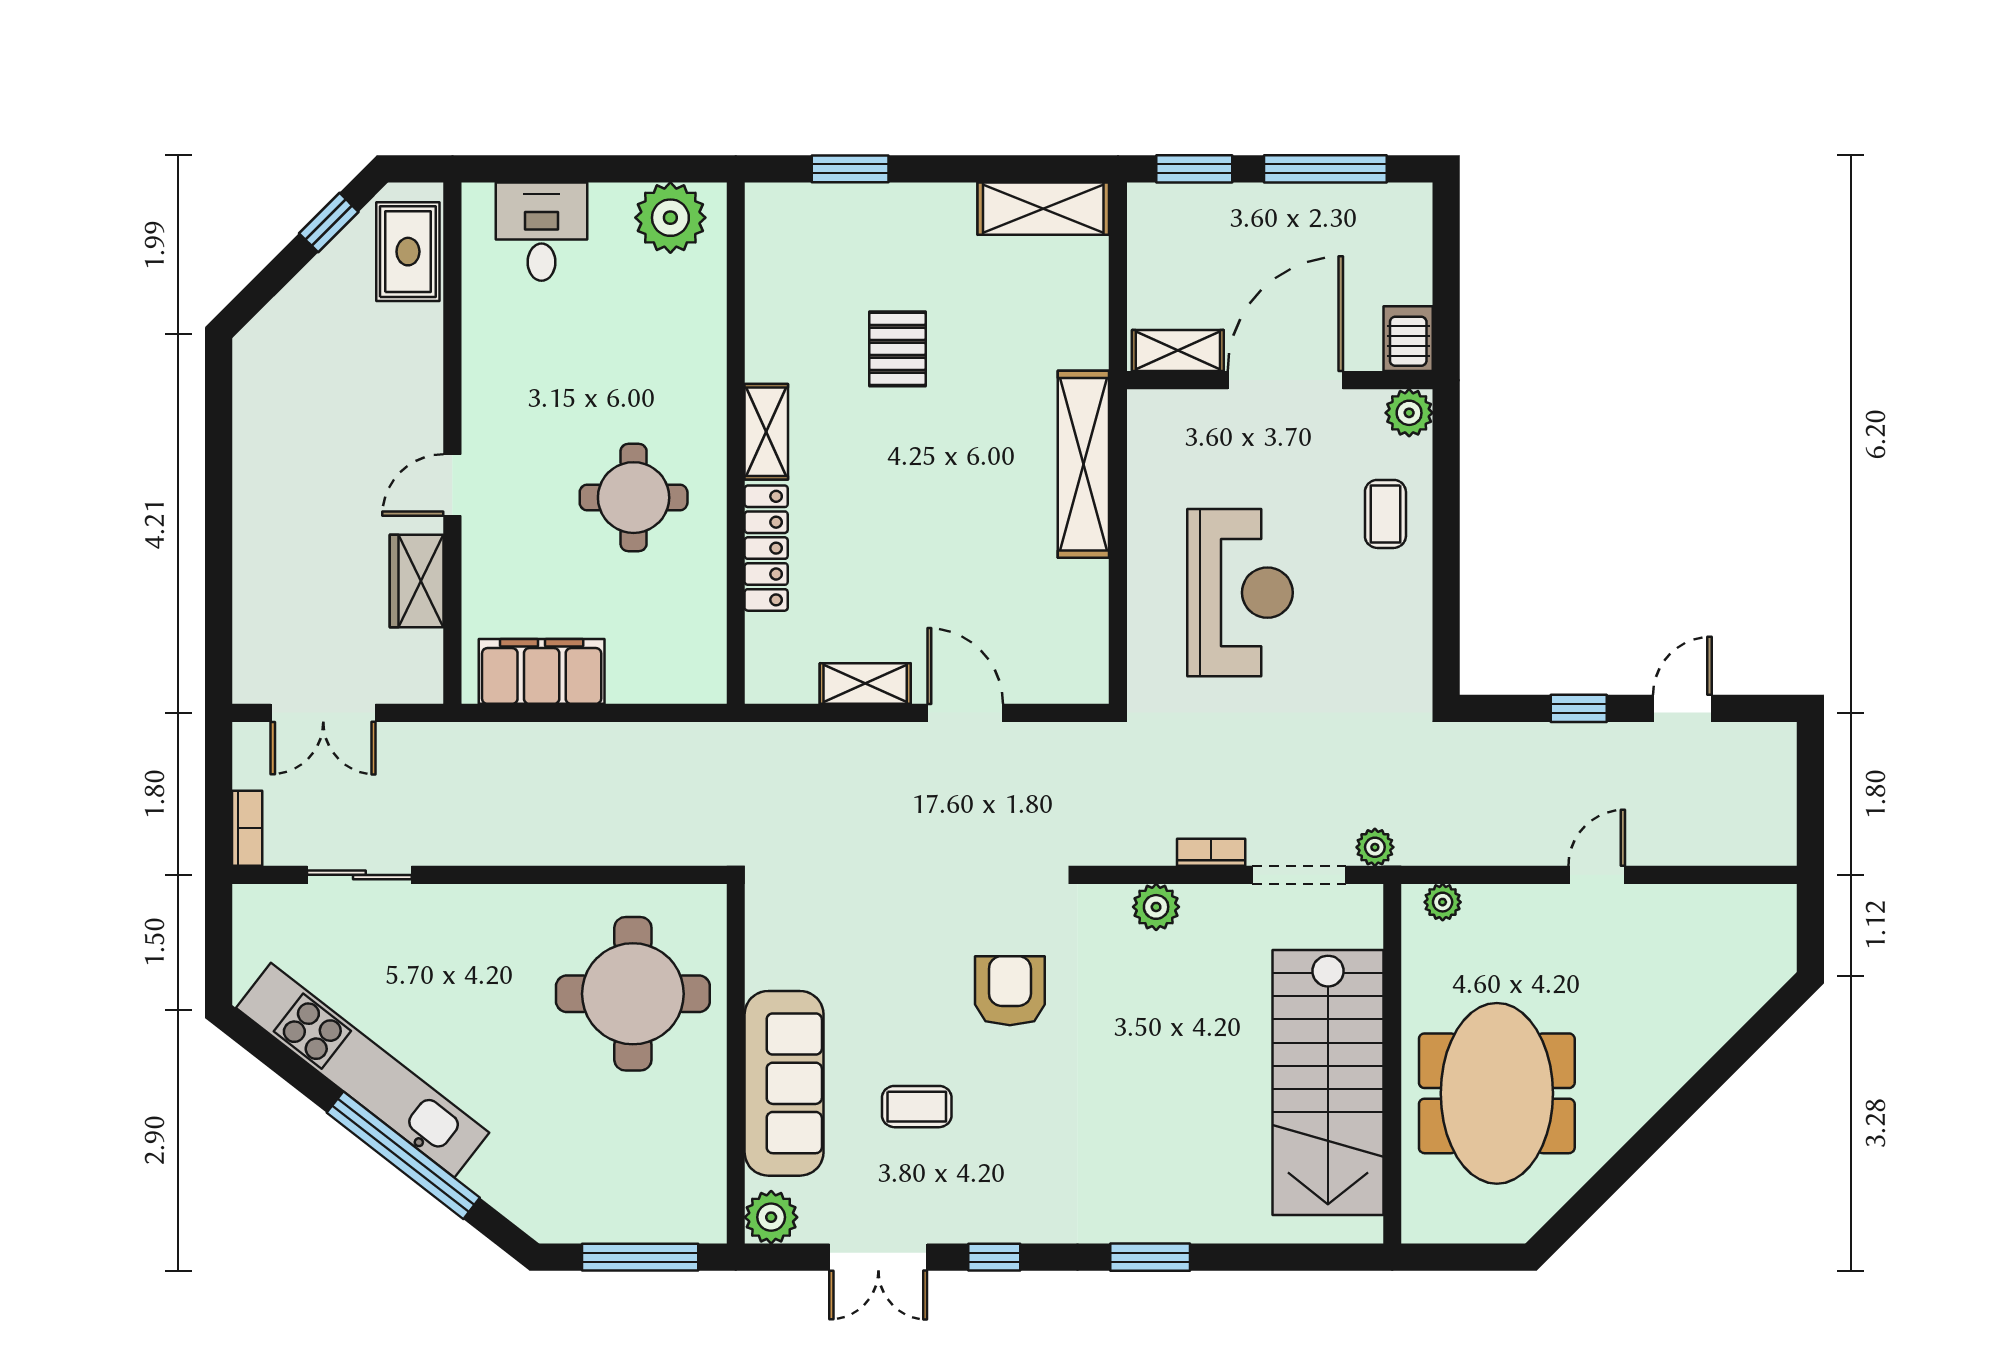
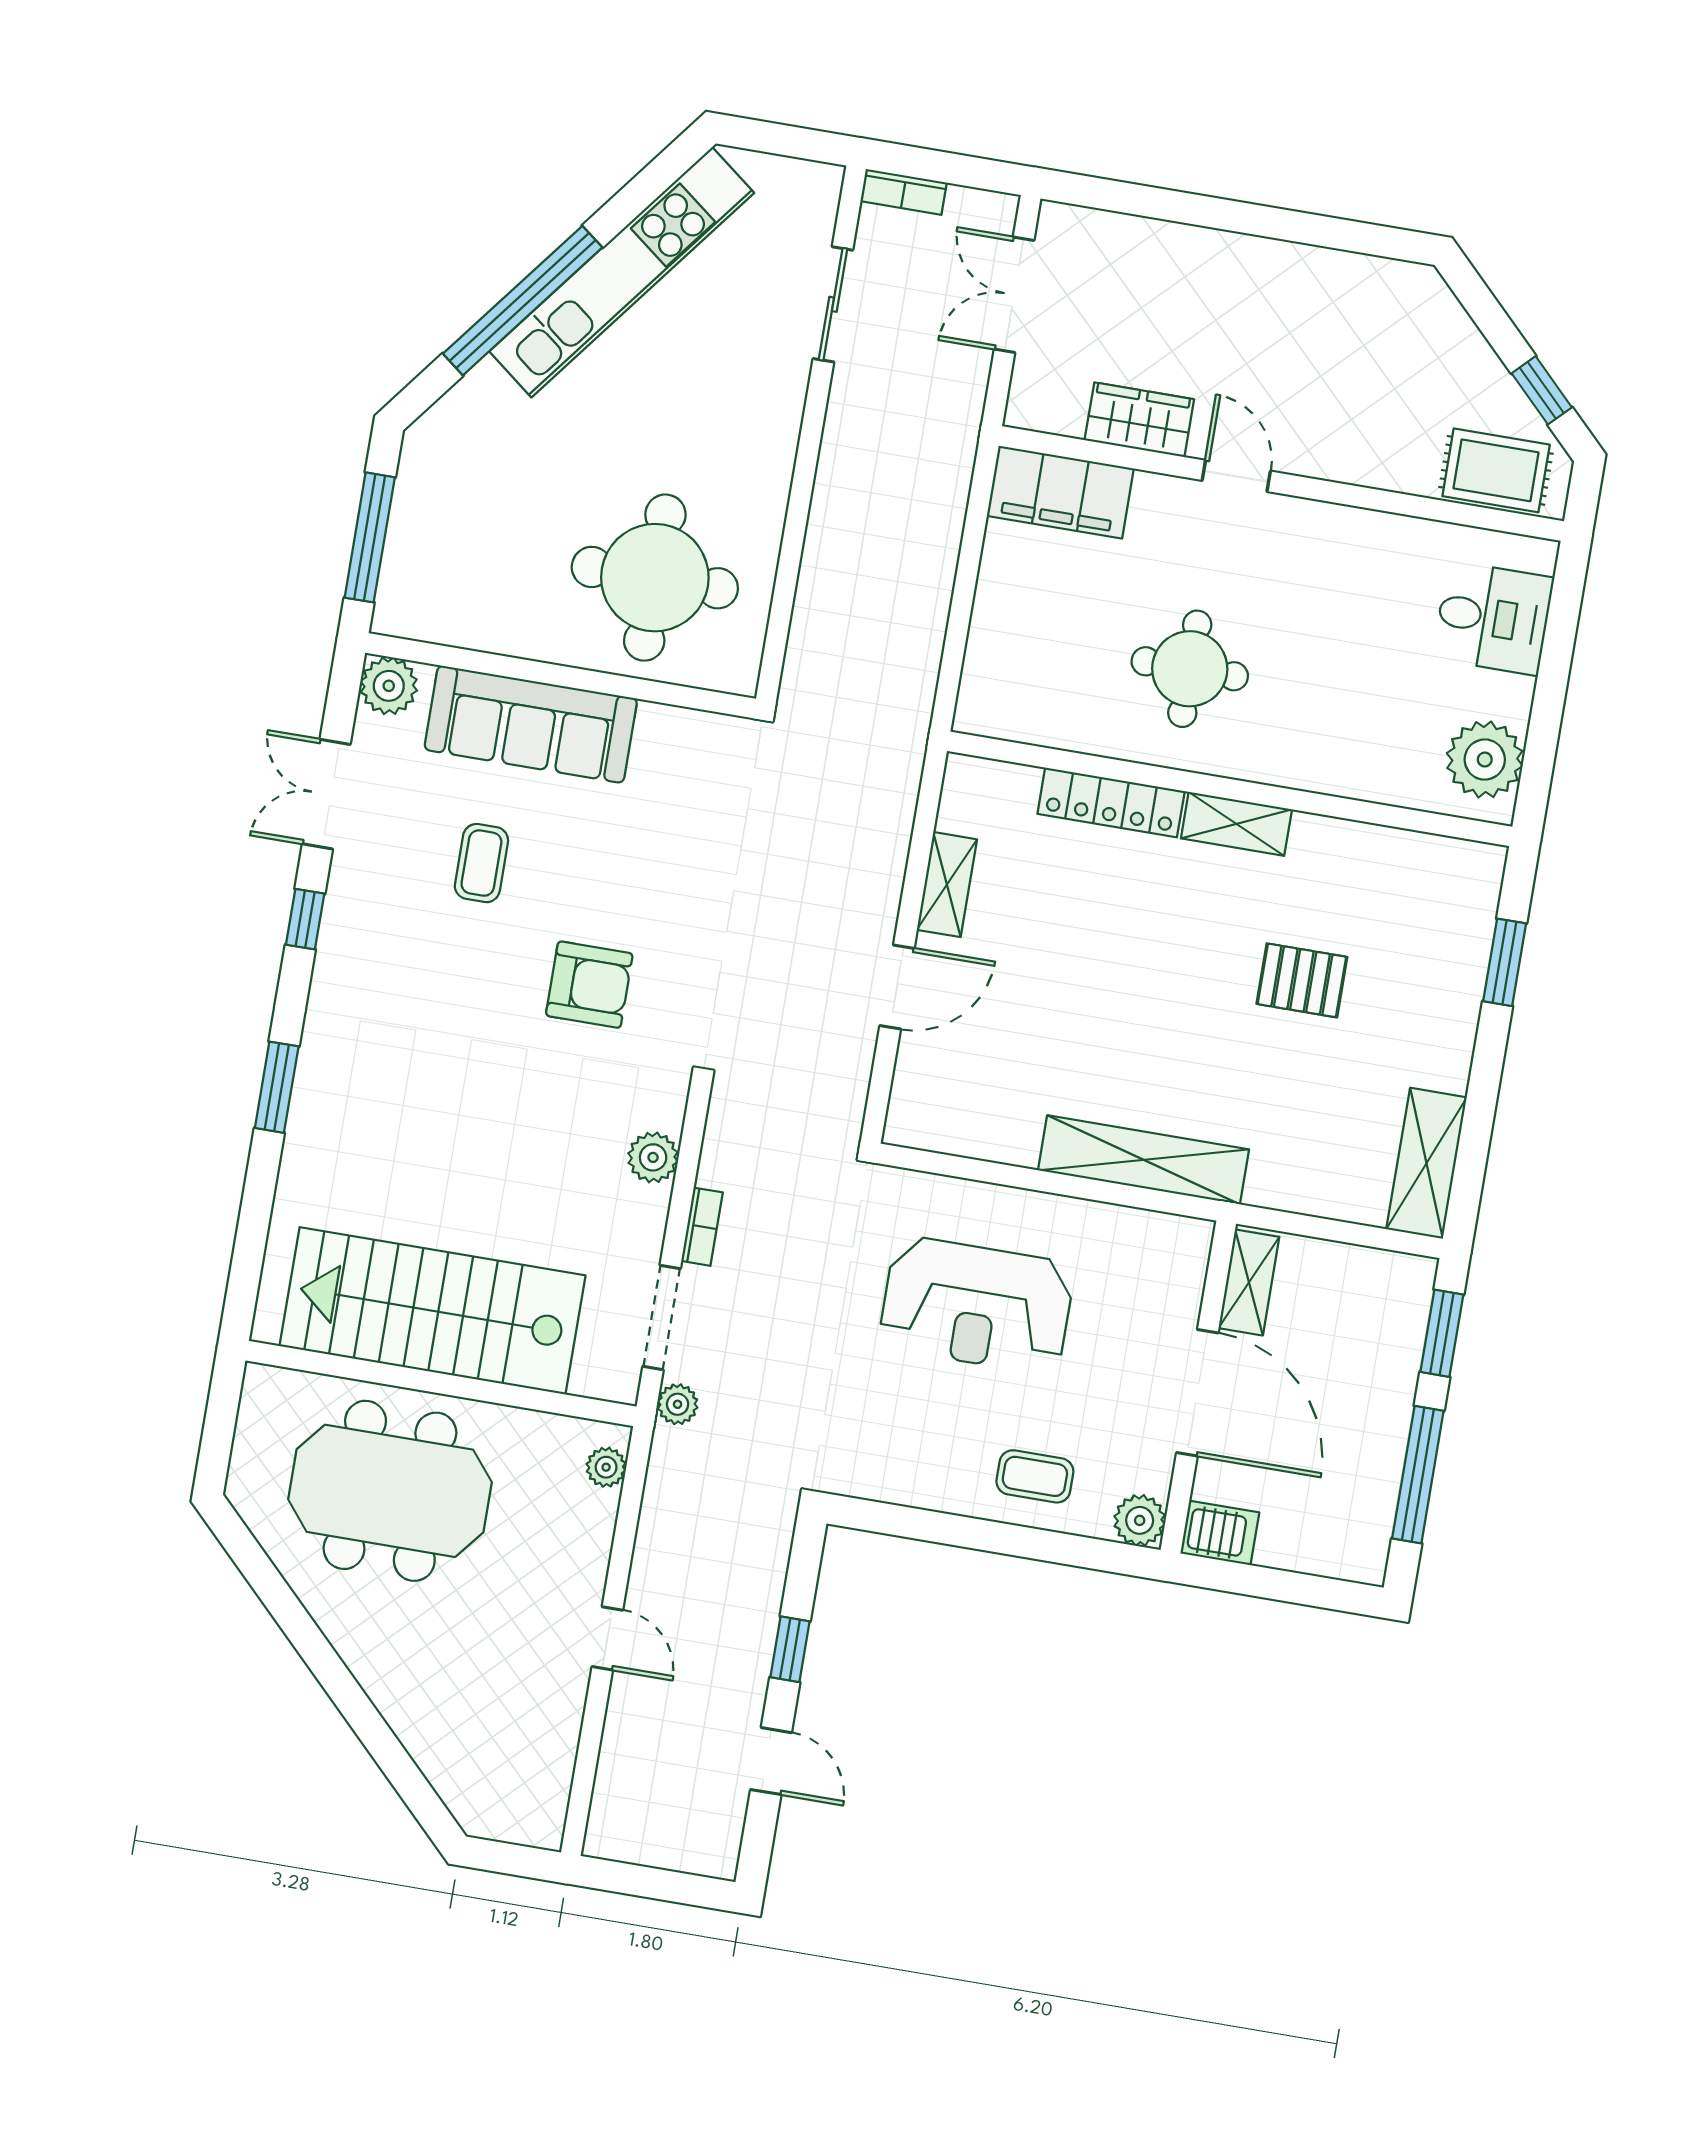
filing cabinet: (542, 671) -> (1060, 492), moved, turned 90

